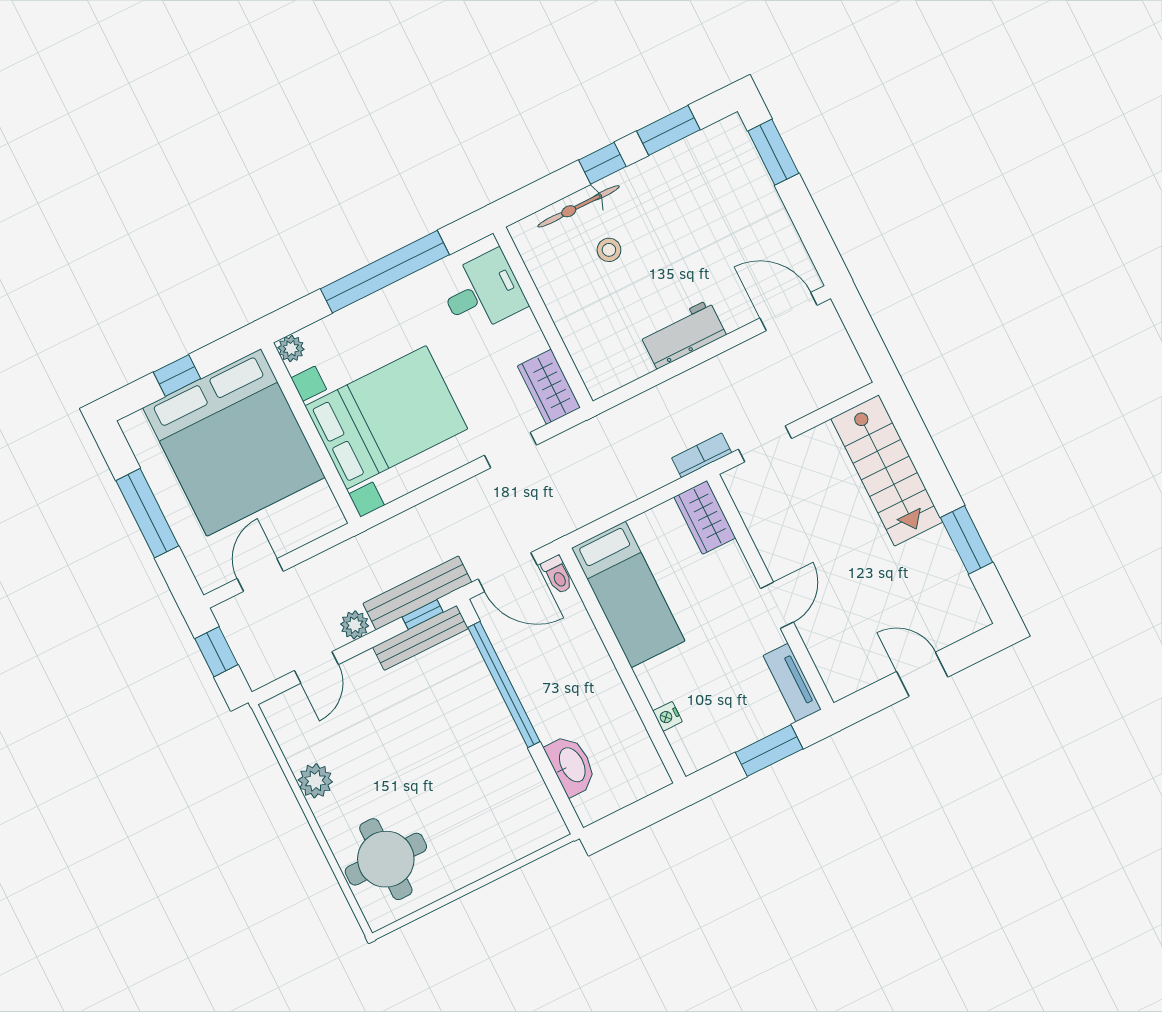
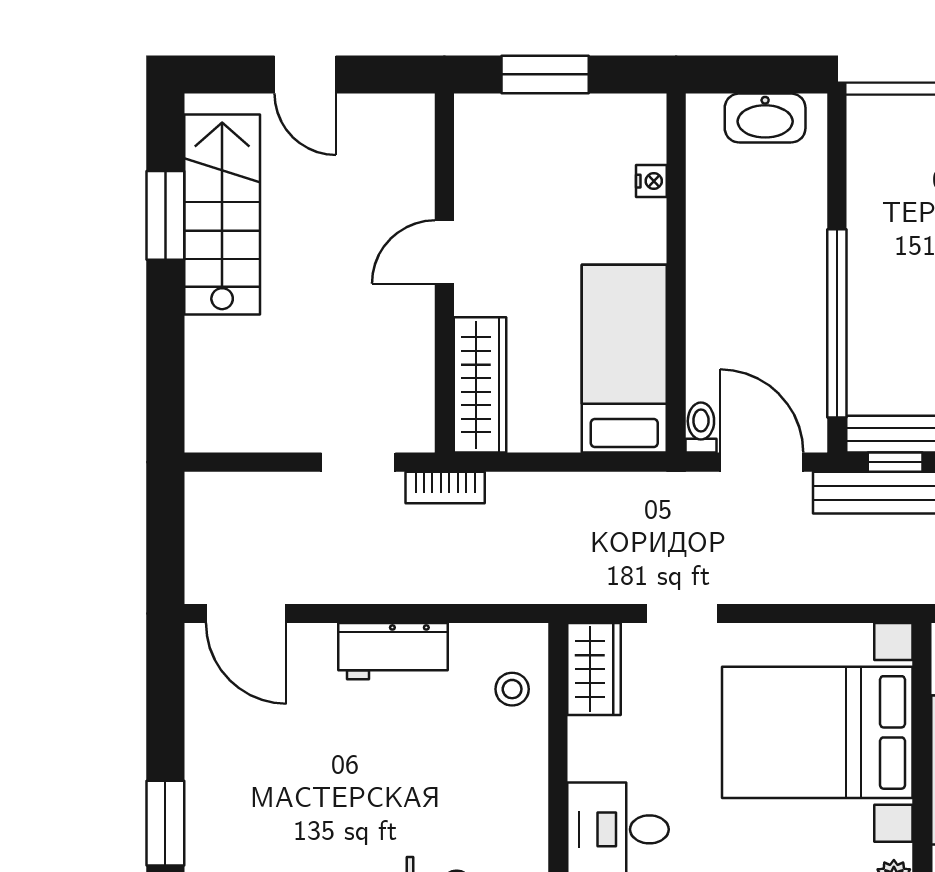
stool: (609, 250) -> (512, 689), moved
stairs: (887, 470) -> (222, 214), moved
wardrobe: (705, 517) -> (480, 385), width x1.50
tv unit: (792, 683) -> (474, 145), removed
washbasin: (571, 765) -> (765, 118), moved, turned -90

